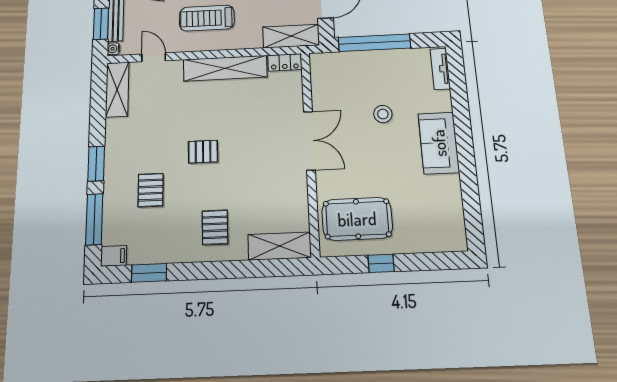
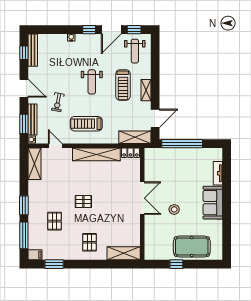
tv unit: (440, 69) -> (218, 173), moved
stool: (383, 114) -> (174, 209), moved
pool table: (357, 219) -> (192, 247), moved

